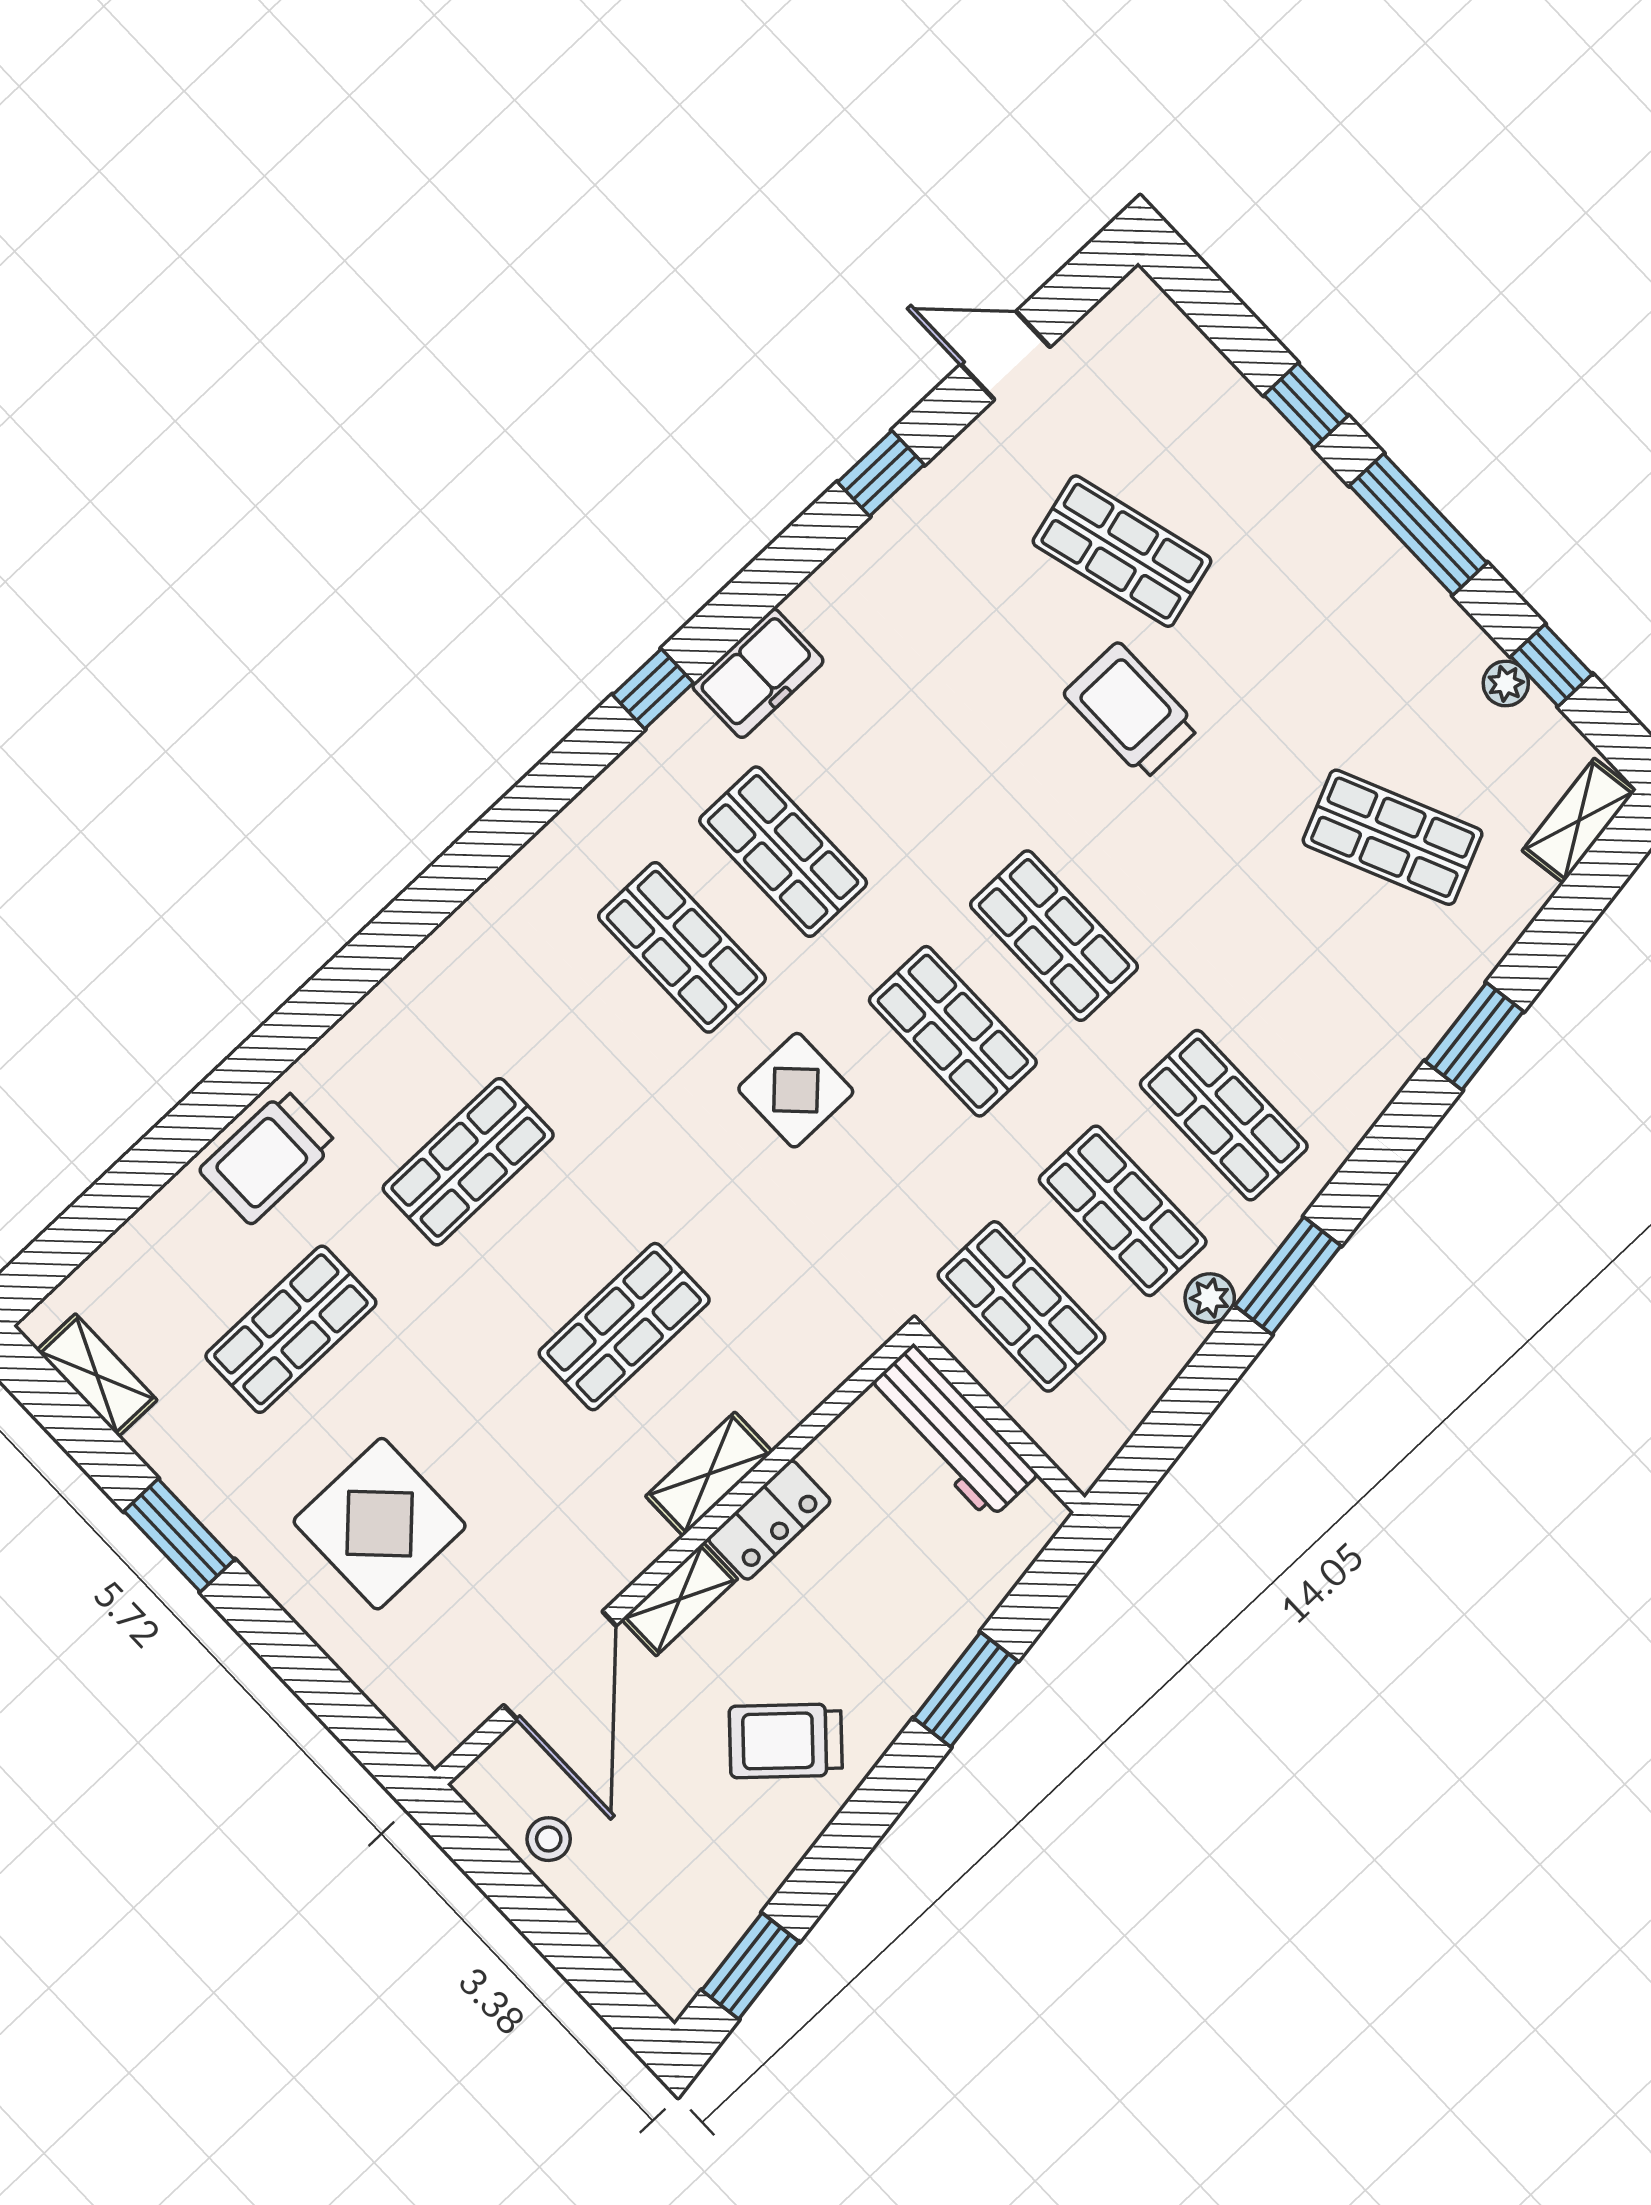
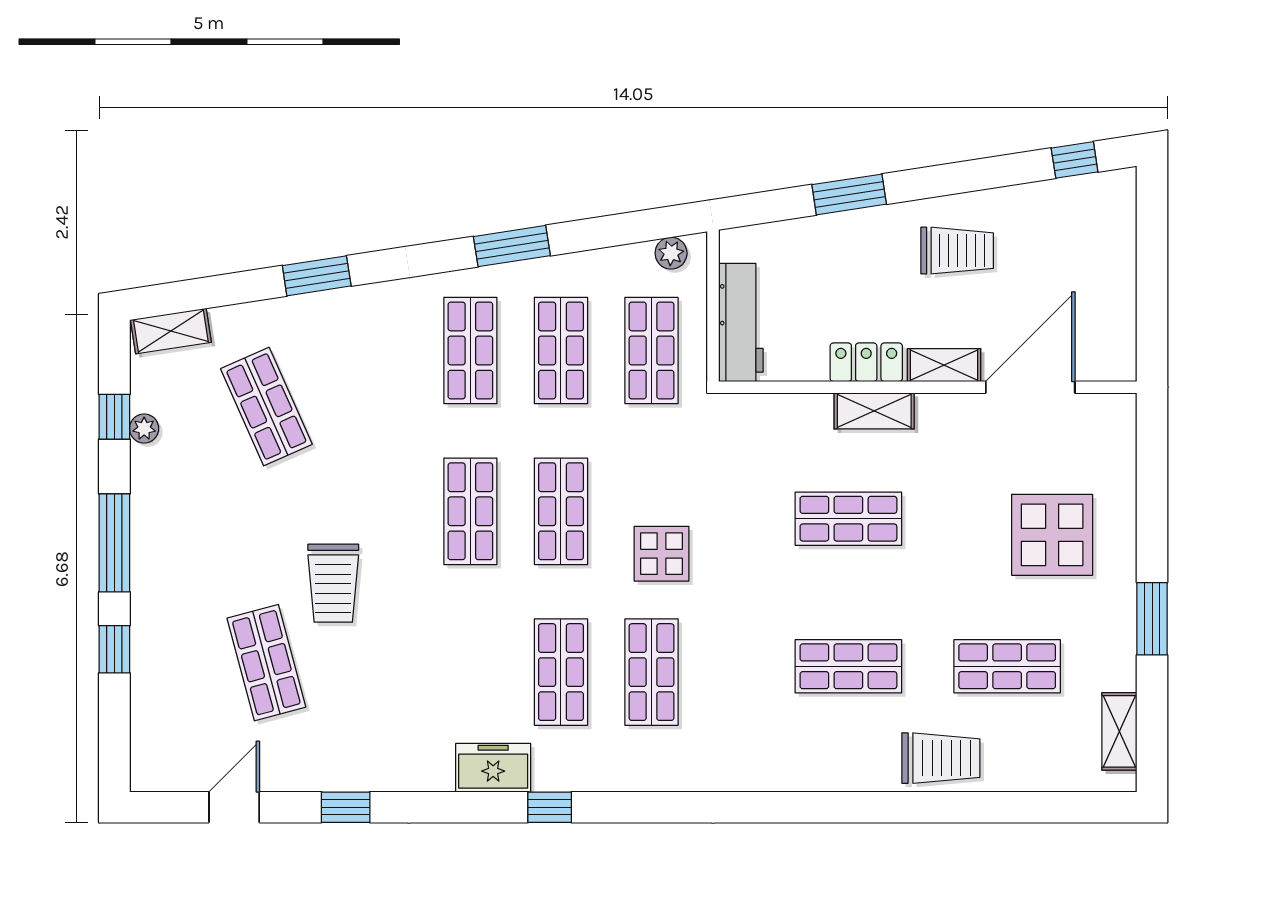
door: (1005, 356) -> (234, 807), swing flipped
plant: (1210, 1298) -> (671, 253), moved
trolley: (786, 1741) -> (957, 251), turned -42
stool: (549, 1839) -> (1113, 310), removed
window: (750, 1966) -> (1075, 160), width x0.67

